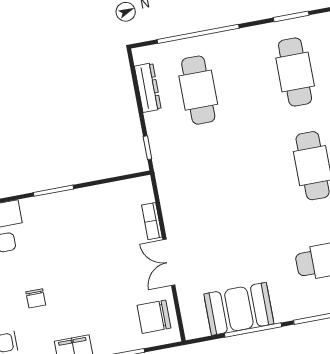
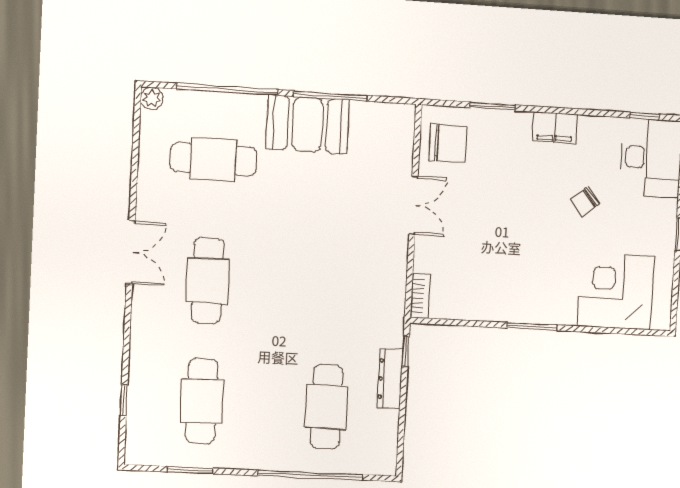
dresser: (148, 88) -> (390, 379), moved
bookcase: (152, 221) -> (420, 296), moved
chair: (36, 298) -> (585, 201), turned -130
booth: (239, 309) -> (308, 124), moved

